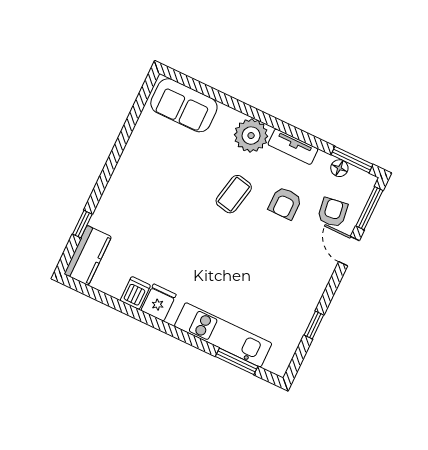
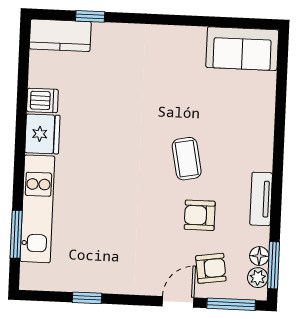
sofa: (184, 105) -> (242, 49), moved, turned -90
plant: (251, 136) -> (258, 278), moved, width x0.53, depth x0.53
coffee table: (234, 194) -> (187, 159), turned 67
fridge: (159, 303) -> (42, 134), width x1.38

